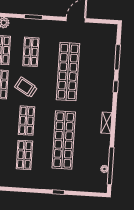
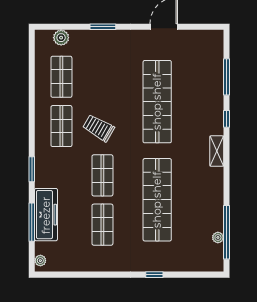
shop shelf: (31, 52) -> (102, 77), removed
shelving: (106, 123) -> (217, 151), moved

